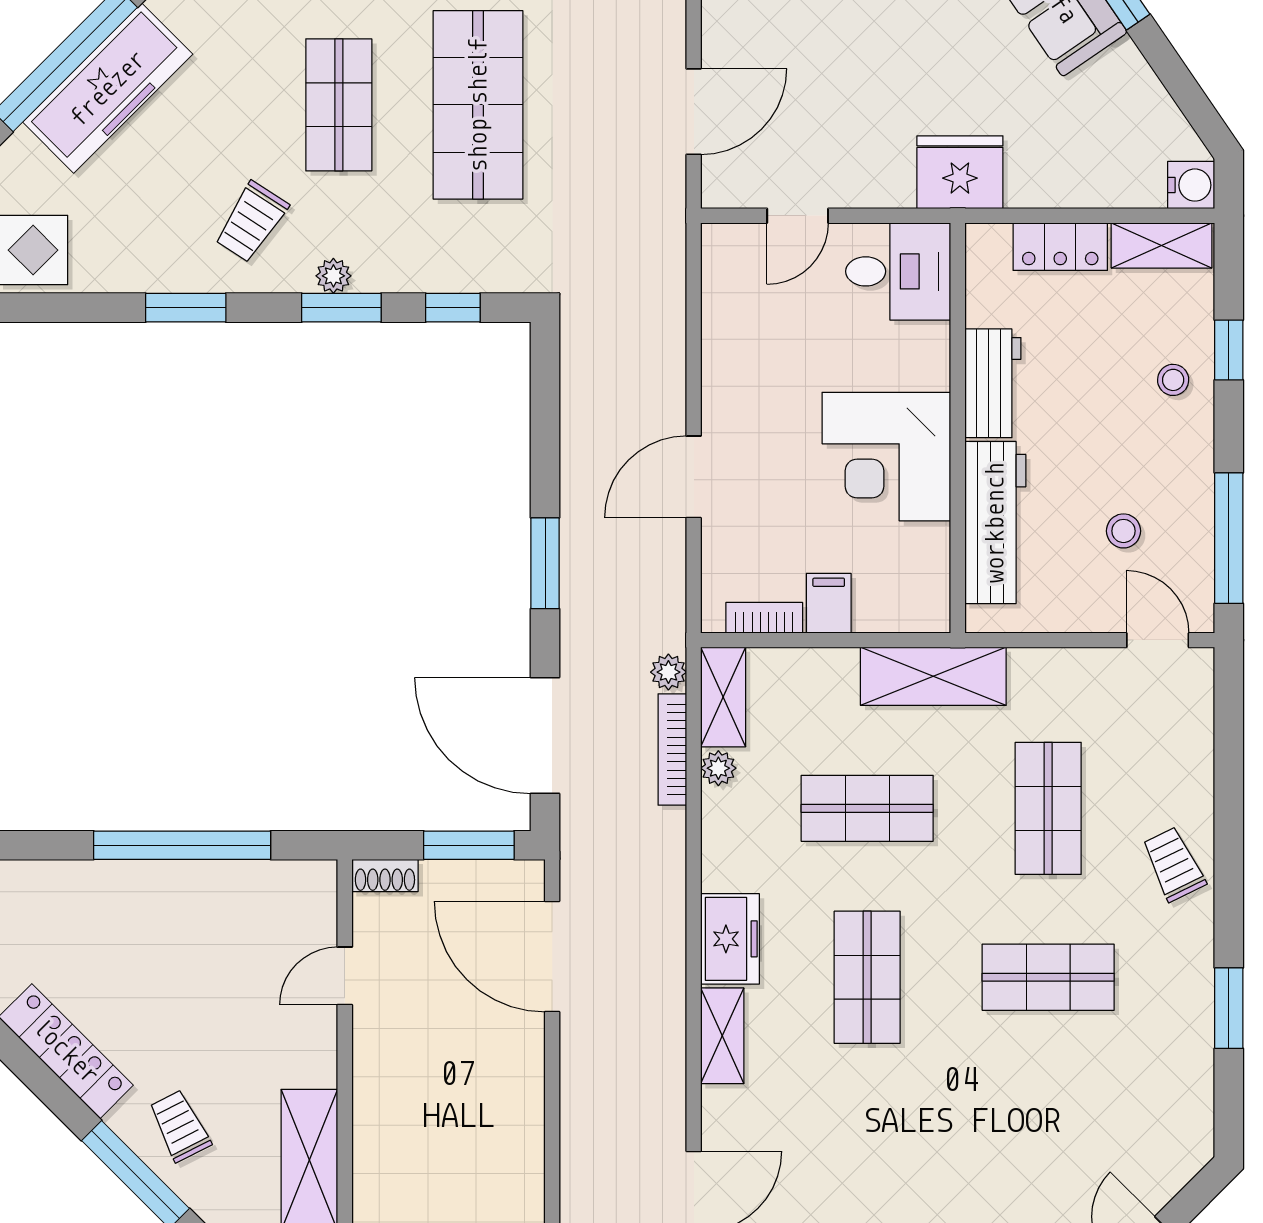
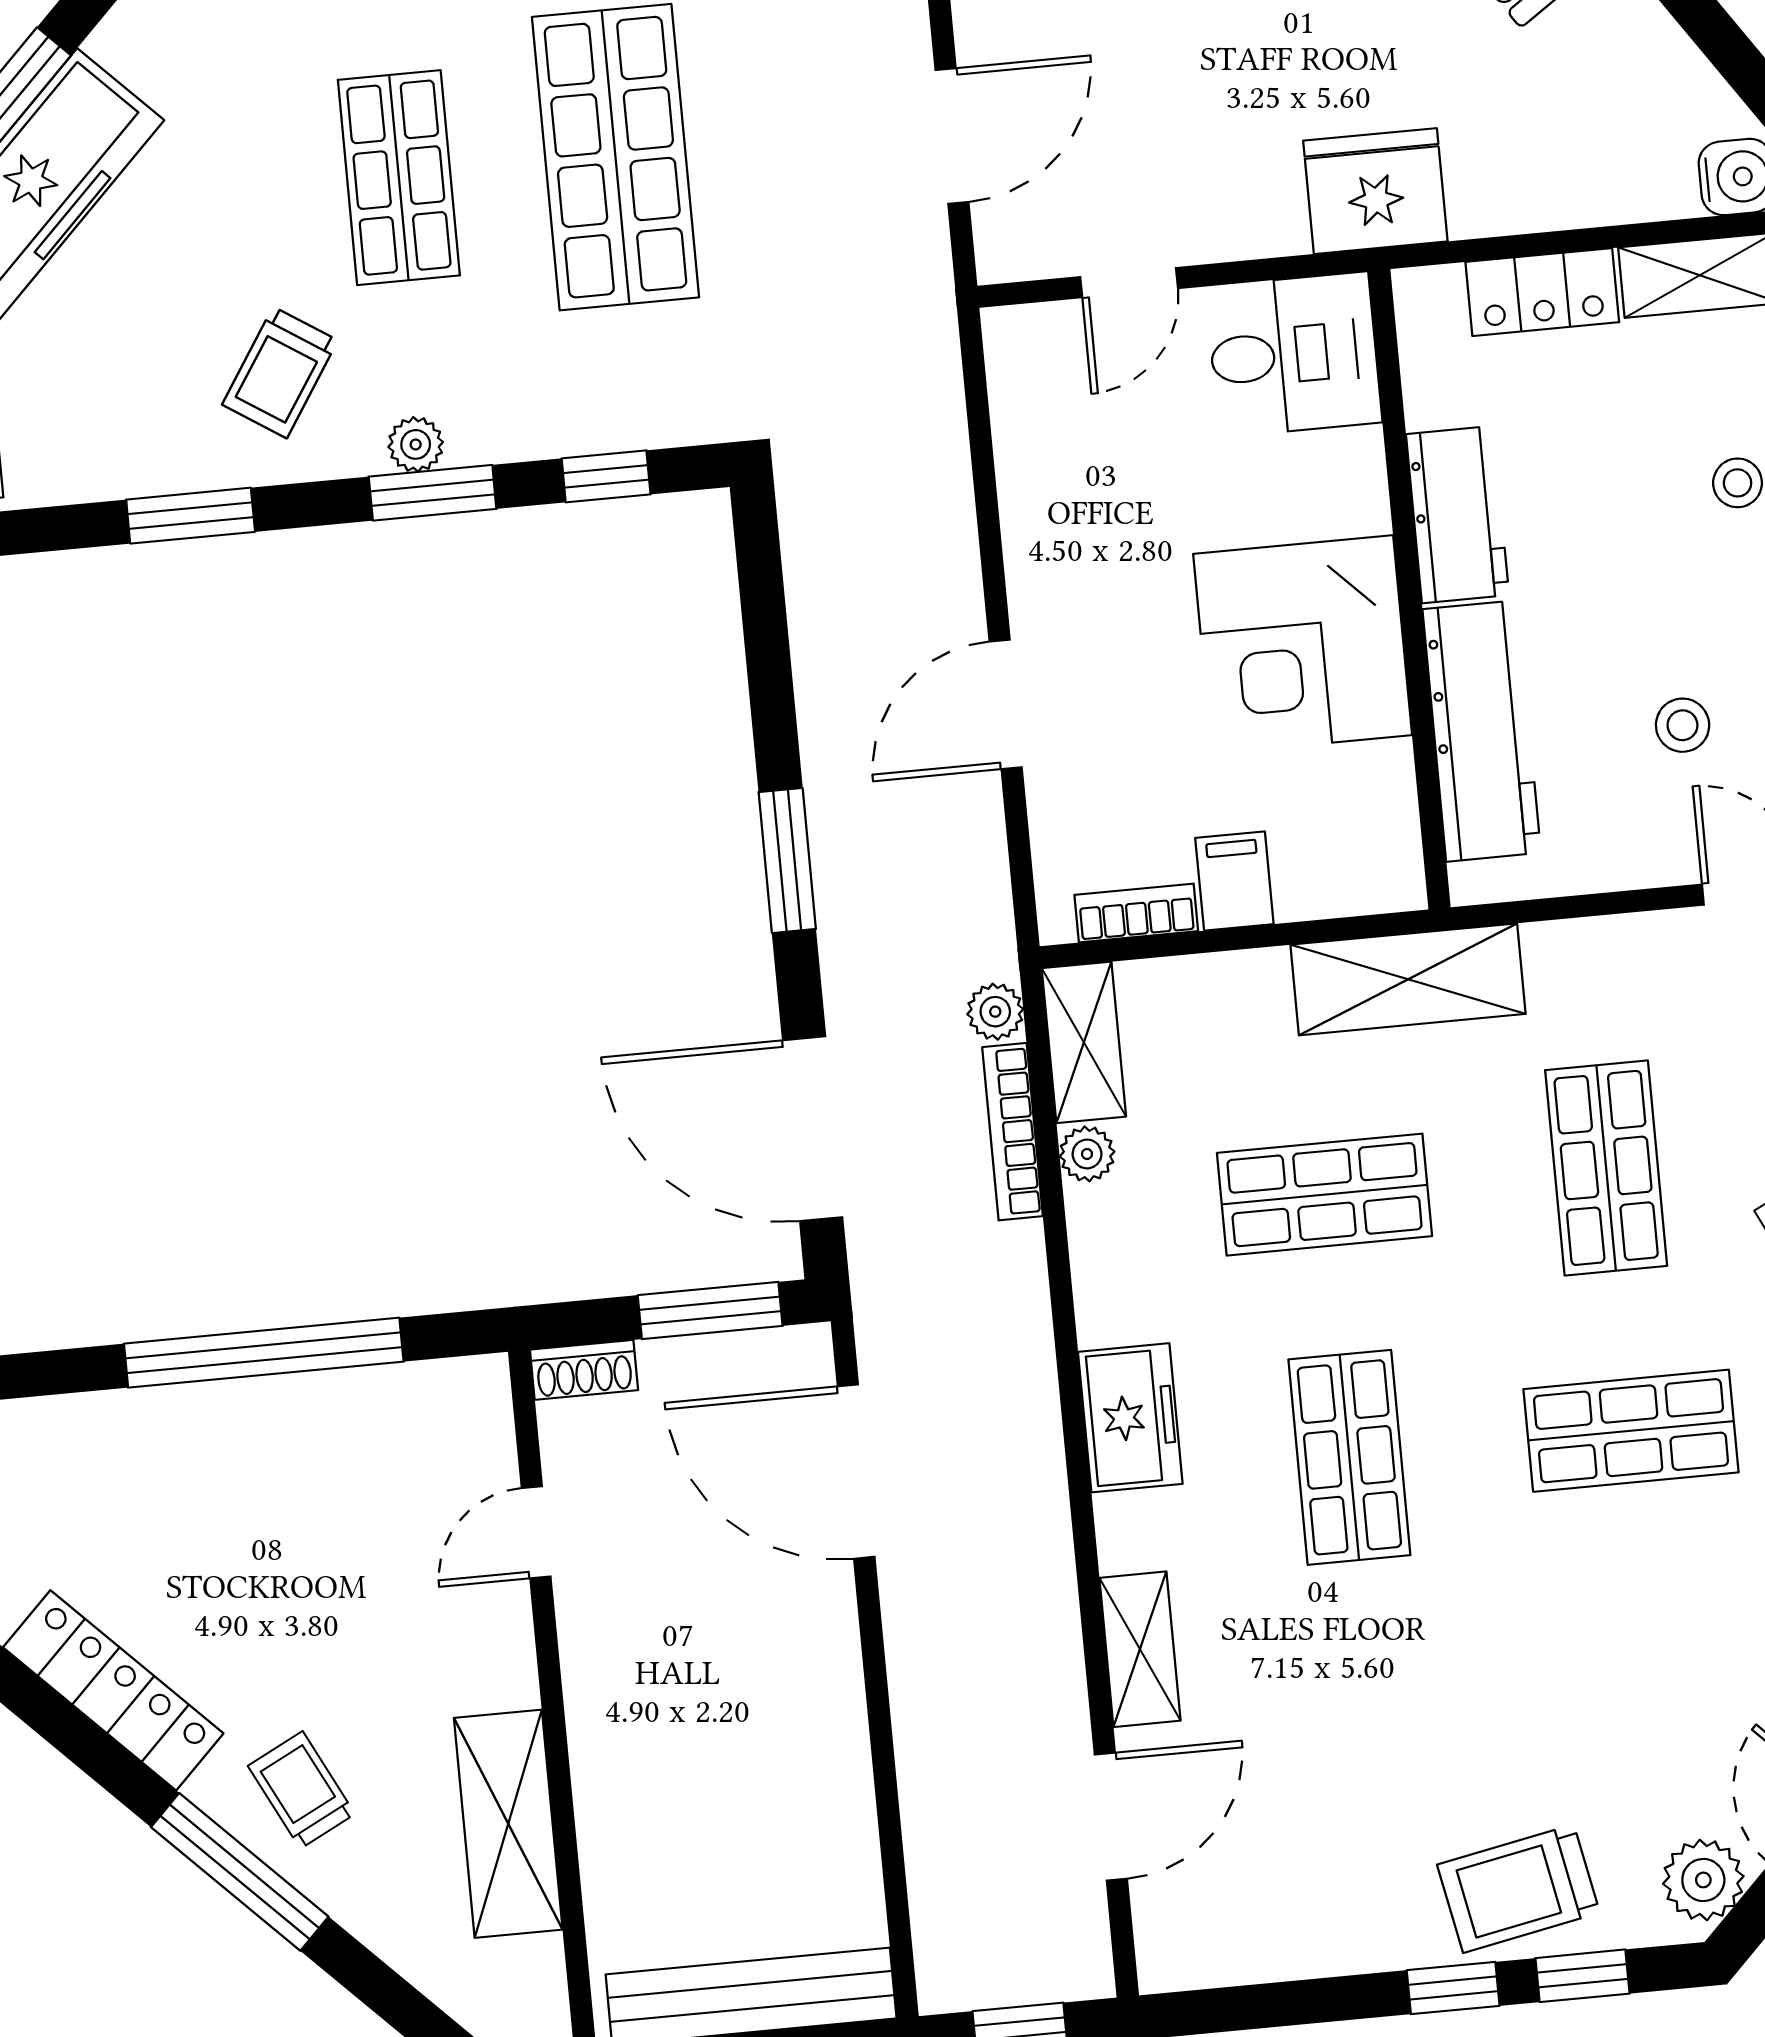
shelving: (722, 1036) -> (1140, 1649), moved

